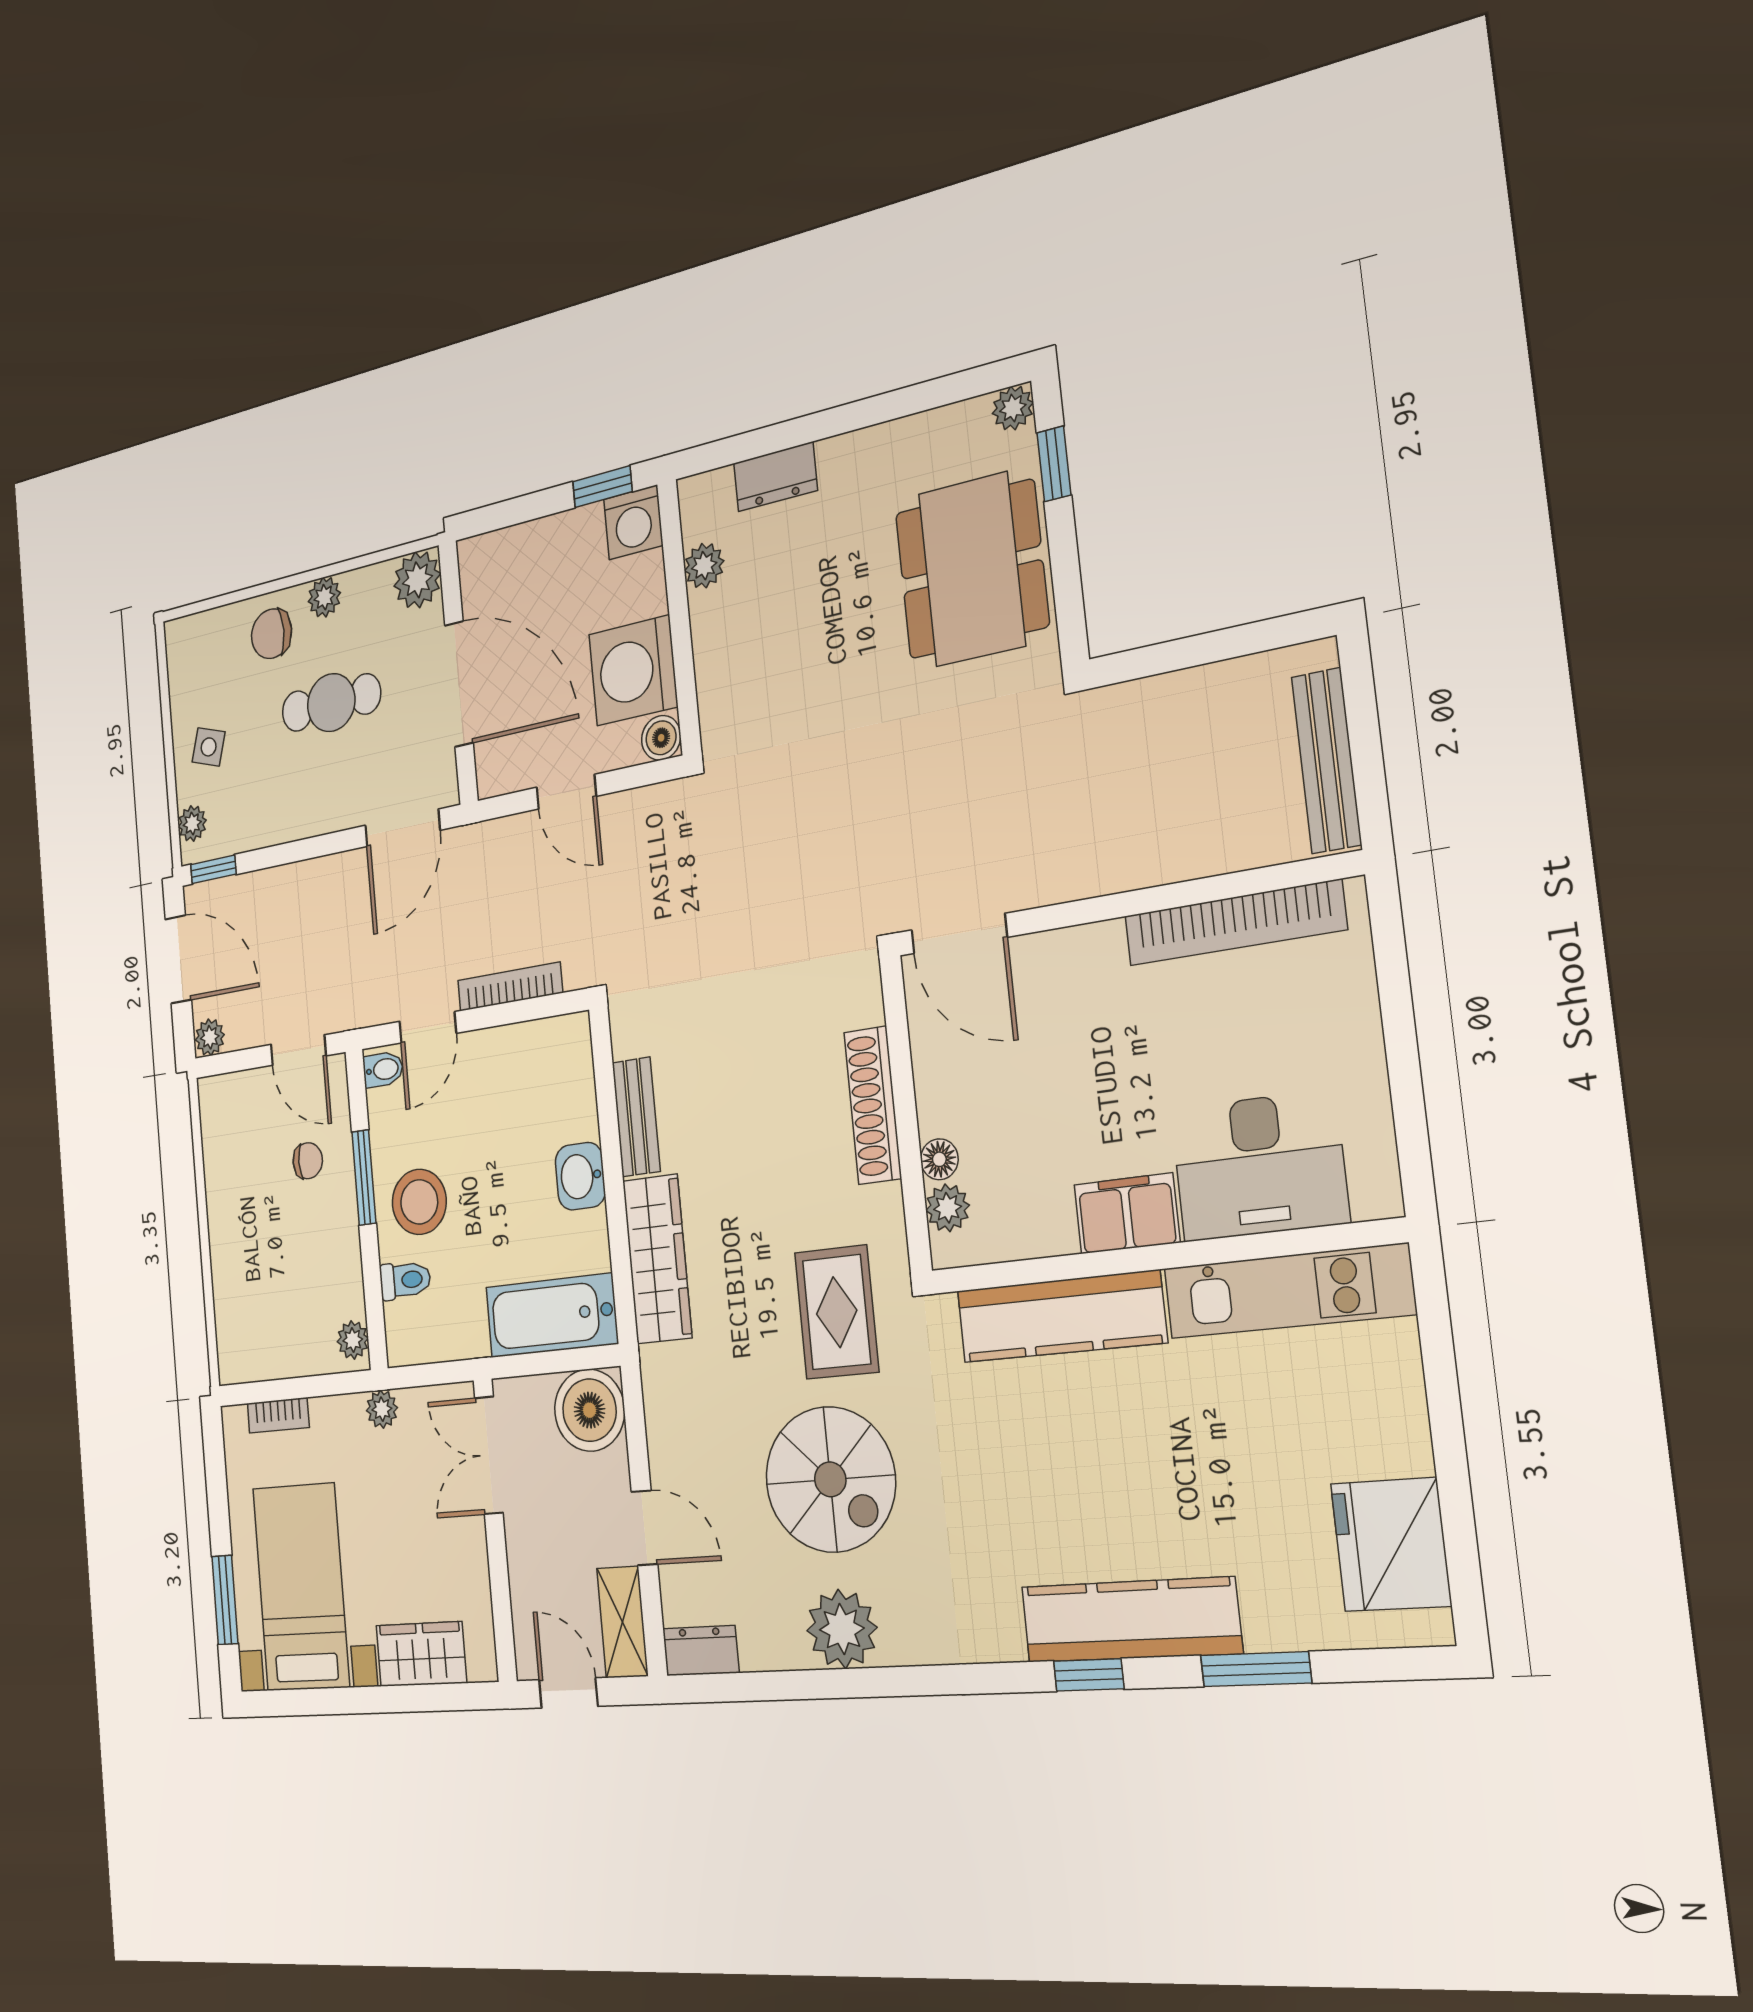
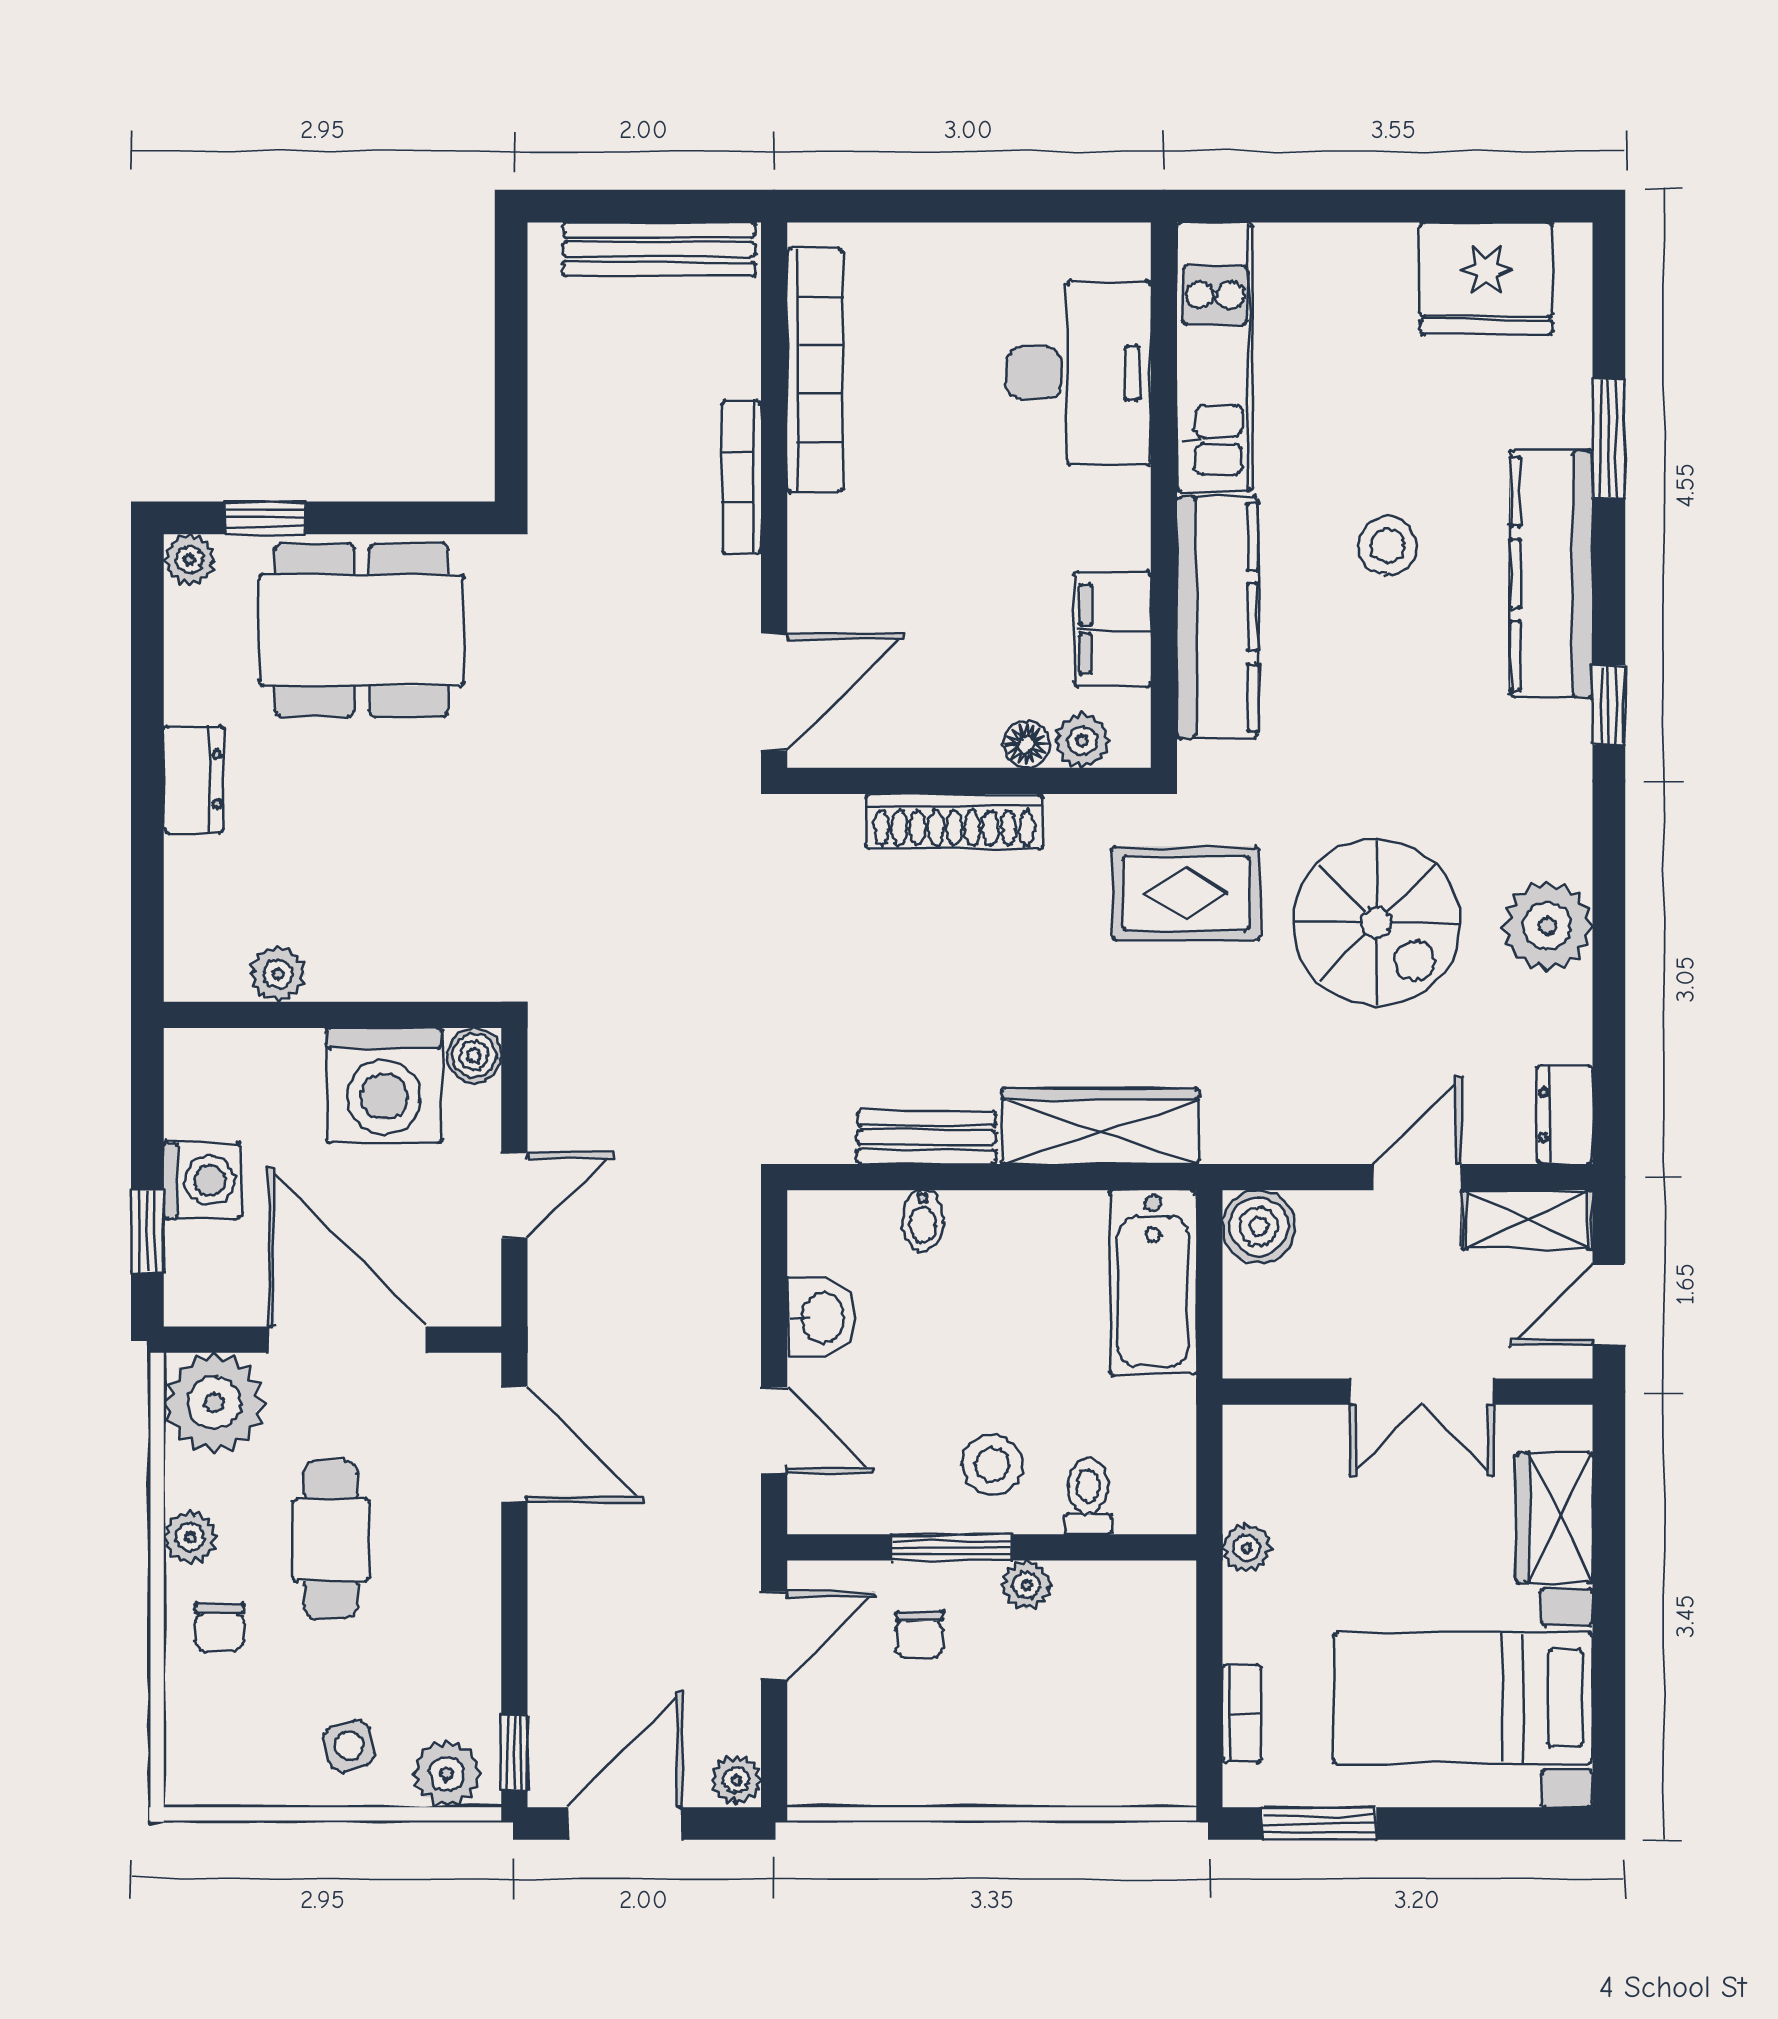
dresser: (775, 477) -> (194, 779), moved
window: (602, 487) -> (147, 1231), moved
washing machine: (633, 522) -> (202, 1180), moved
plant: (417, 580) -> (214, 1403), width x1.36, depth x1.36
chair: (271, 634) -> (220, 1627), width x0.73, depth x0.73
door: (459, 684) -> (348, 1340), hinge flipped
side table: (209, 747) -> (349, 1746), turned -32
plant: (192, 824) -> (447, 1774), width x1.38, depth x1.38
bookcase: (510, 987) -> (742, 477), moved
bidet: (383, 1069) -> (923, 1220), moved, turned 180
chair: (308, 1161) -> (919, 1634), turned 180
washbasin: (580, 1176) -> (821, 1318), moved, turned -90
stool: (419, 1202) -> (992, 1465), width x0.73, depth x0.73
filing cabinet: (1127, 1213) -> (1113, 629), moved
plant: (353, 1340) -> (1026, 1585), moved
boiler: (589, 1410) -> (1259, 1227), width x0.73, depth x0.73
double door: (489, 1455) -> (1421, 1392), moved
stool: (1138, 1467) -> (1388, 546), added
spiral stairs: (830, 1479) -> (1377, 922), turned 90
window: (225, 1600) -> (1319, 1824), moved
window: (1089, 1675) -> (1609, 705), moved

